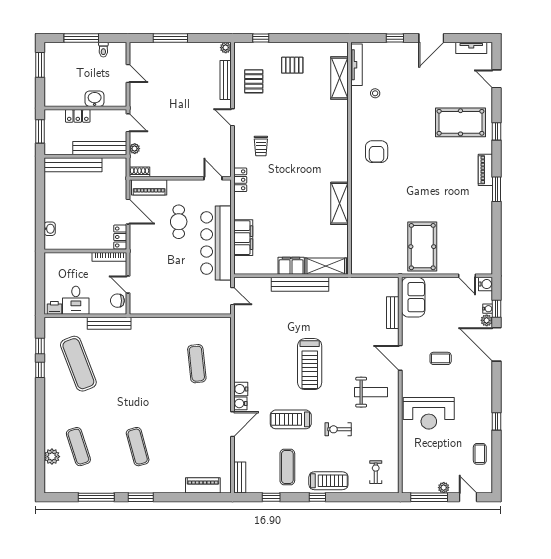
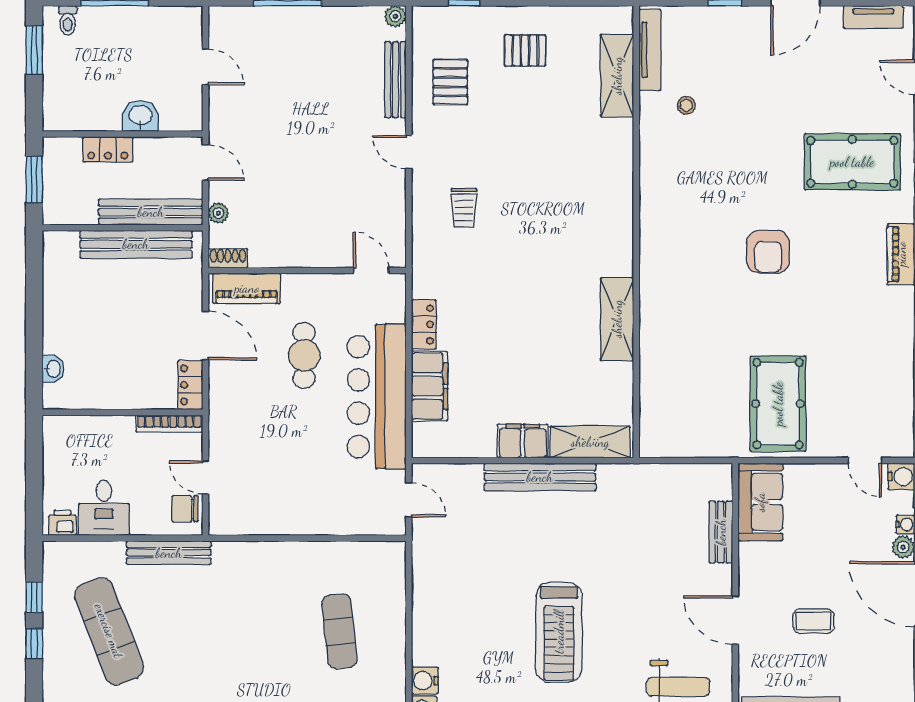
toilet: (103, 50) -> (68, 20), moved
armchair: (377, 152) -> (768, 252), moved
bench: (73, 165) -> (136, 244), moved
locker: (240, 180) -> (424, 324), moved

